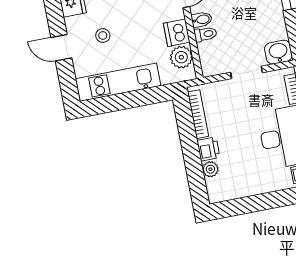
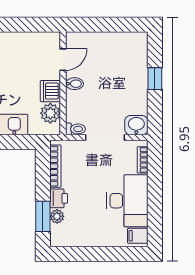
toilet: (205, 34) -> (75, 129), moved
doorway: (247, 72) -> (105, 138), width x1.38
window: (195, 172) -> (43, 216), added

